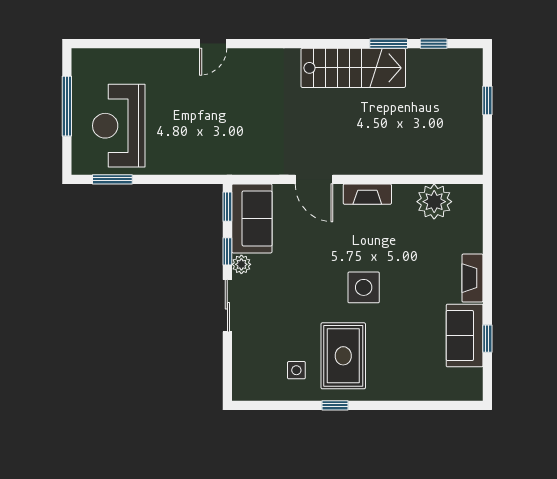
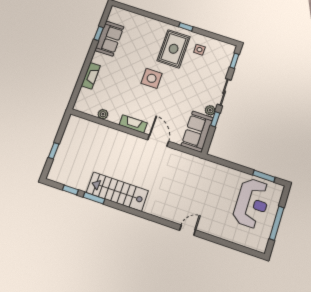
plant: (434, 202) -> (103, 114), width x0.53, depth x0.53
window: (227, 207) -> (234, 61), moved
fireplace: (472, 278) -> (91, 76), moved

